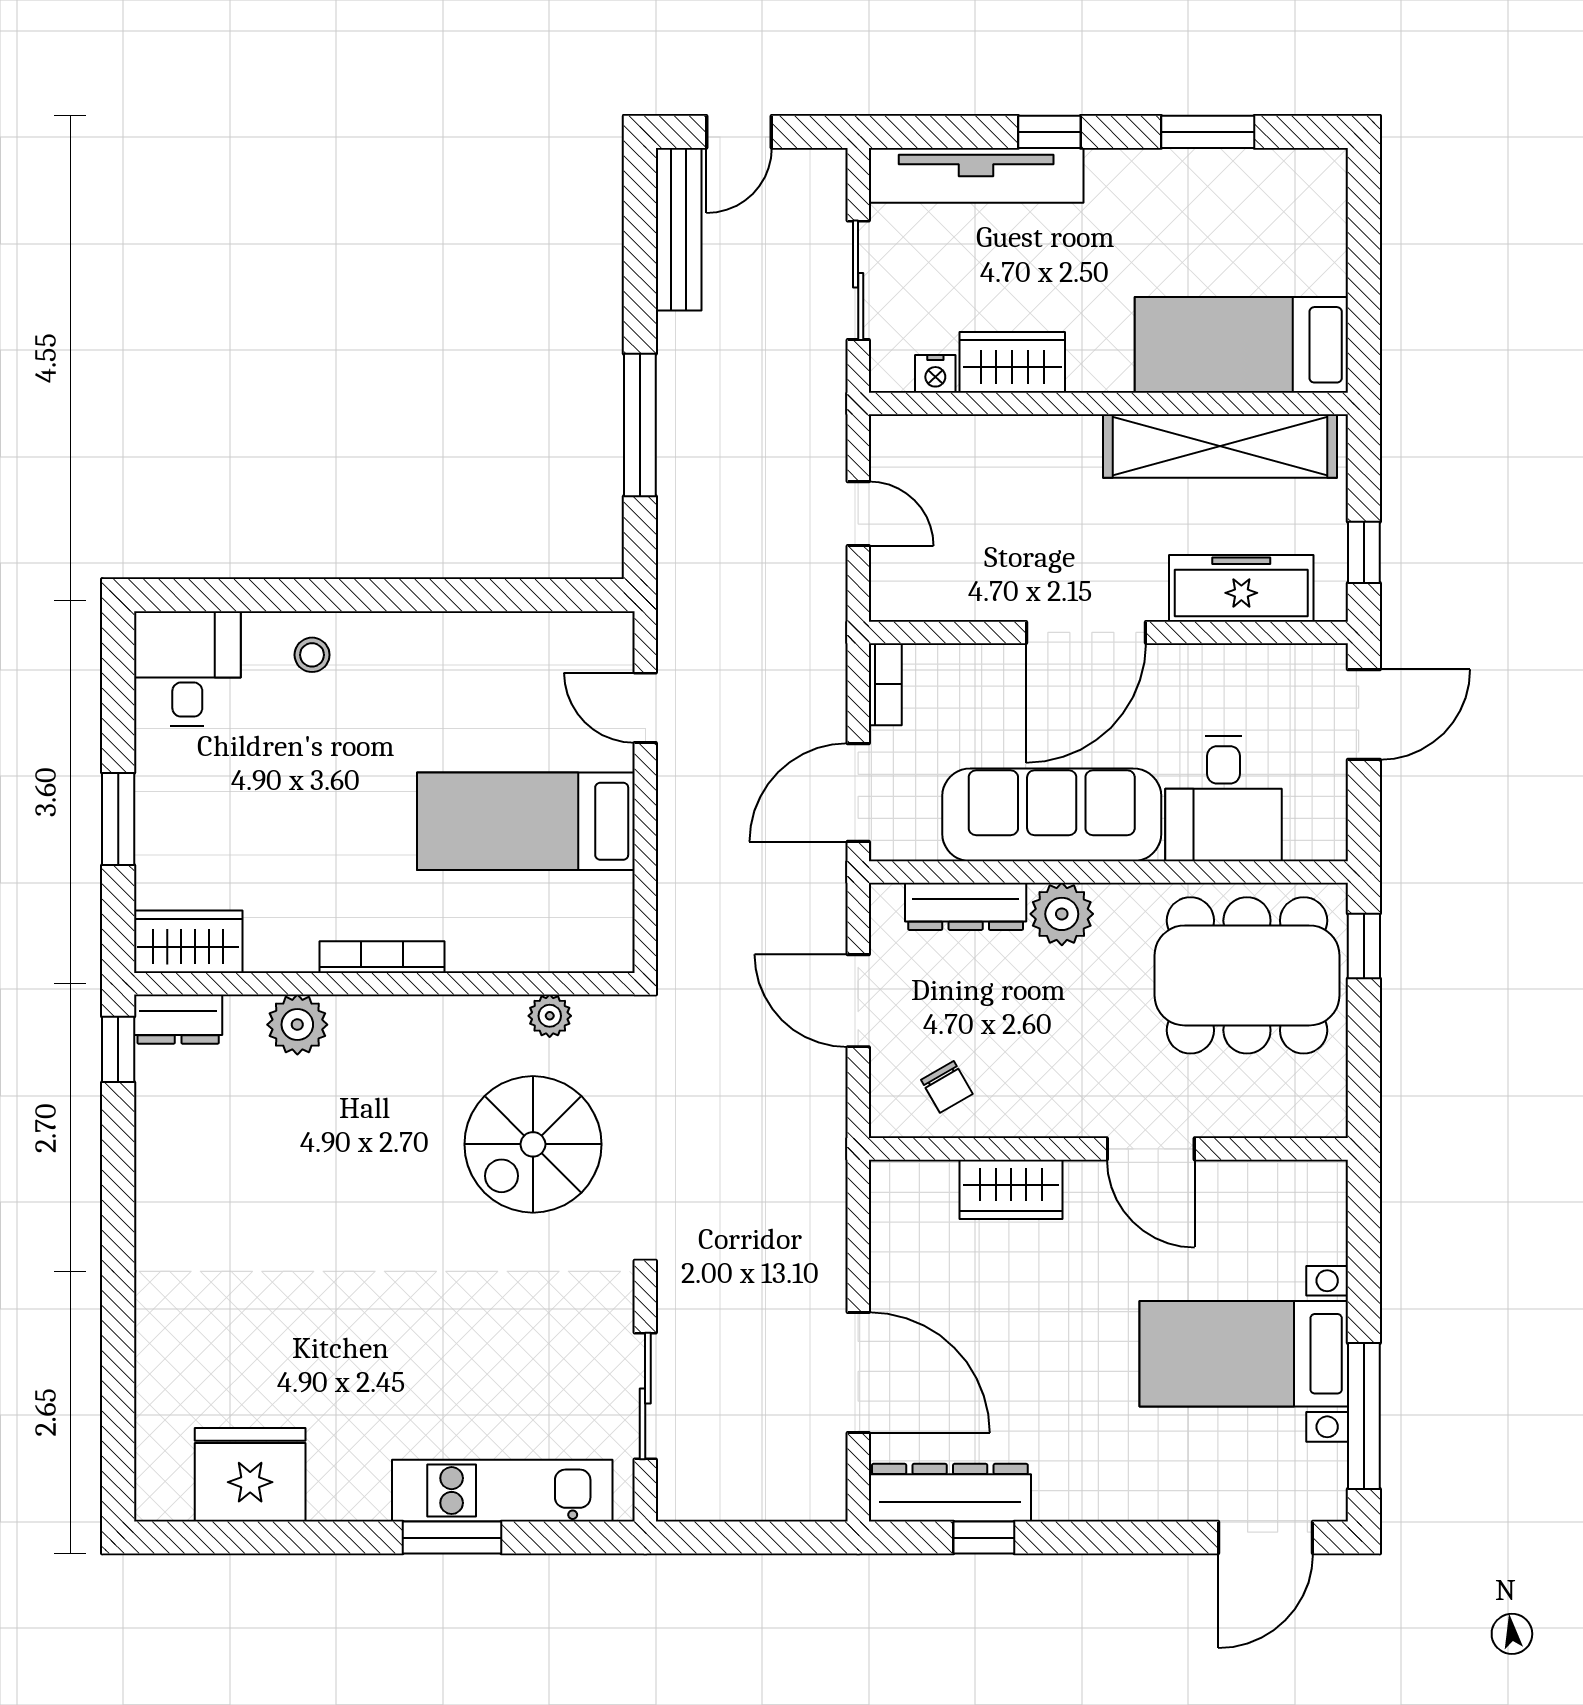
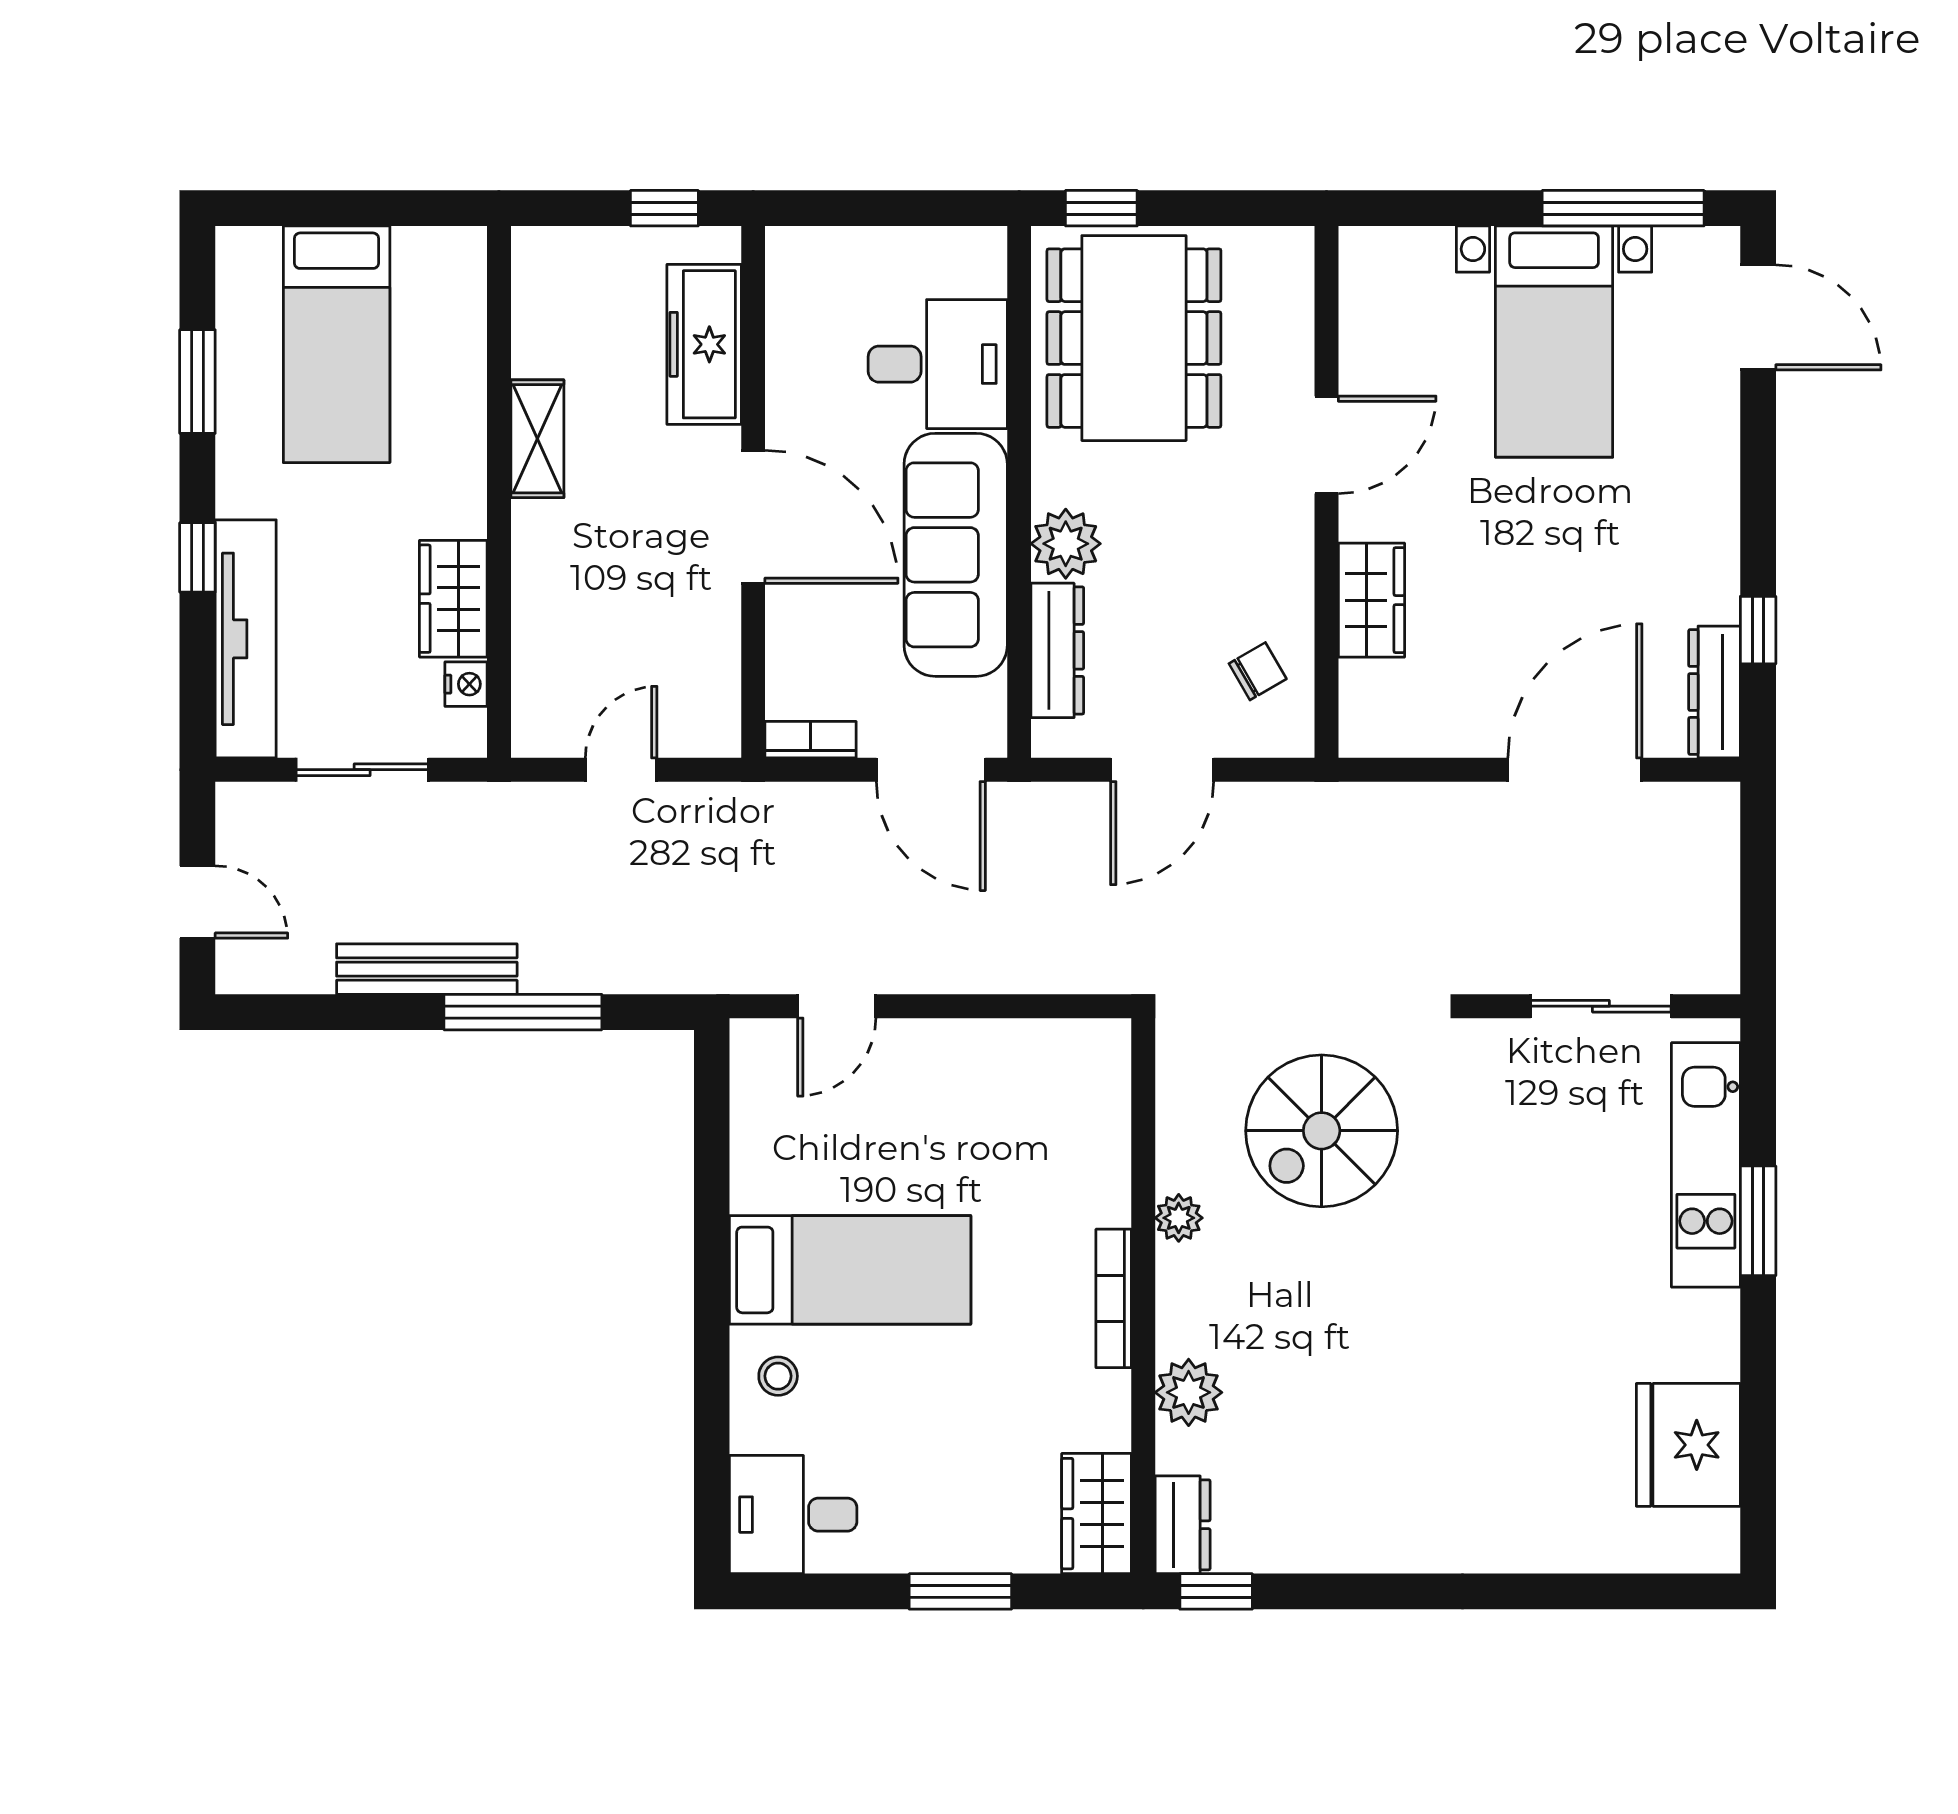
bench: (679, 229) -> (427, 969), moved
bed: (1241, 345) -> (337, 344), moved
shelving: (1220, 446) -> (537, 439), width x0.45, depth x0.75
door: (1364, 715) -> (844, 208), removed
bed: (526, 821) -> (850, 1270), moved, turned -90
plant: (550, 1016) -> (1179, 1218), moved
spiral stairs: (533, 1144) -> (1322, 1131), turned 90
dresser: (950, 1493) -> (1715, 692), width x0.73, depth x0.80

